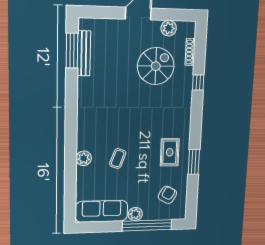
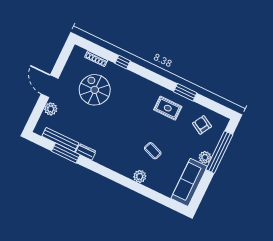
plant: (169, 28) -> (51, 109), moved
window: (72, 51) -> (66, 153), moved
dresser: (83, 88) -> (86, 152), added

